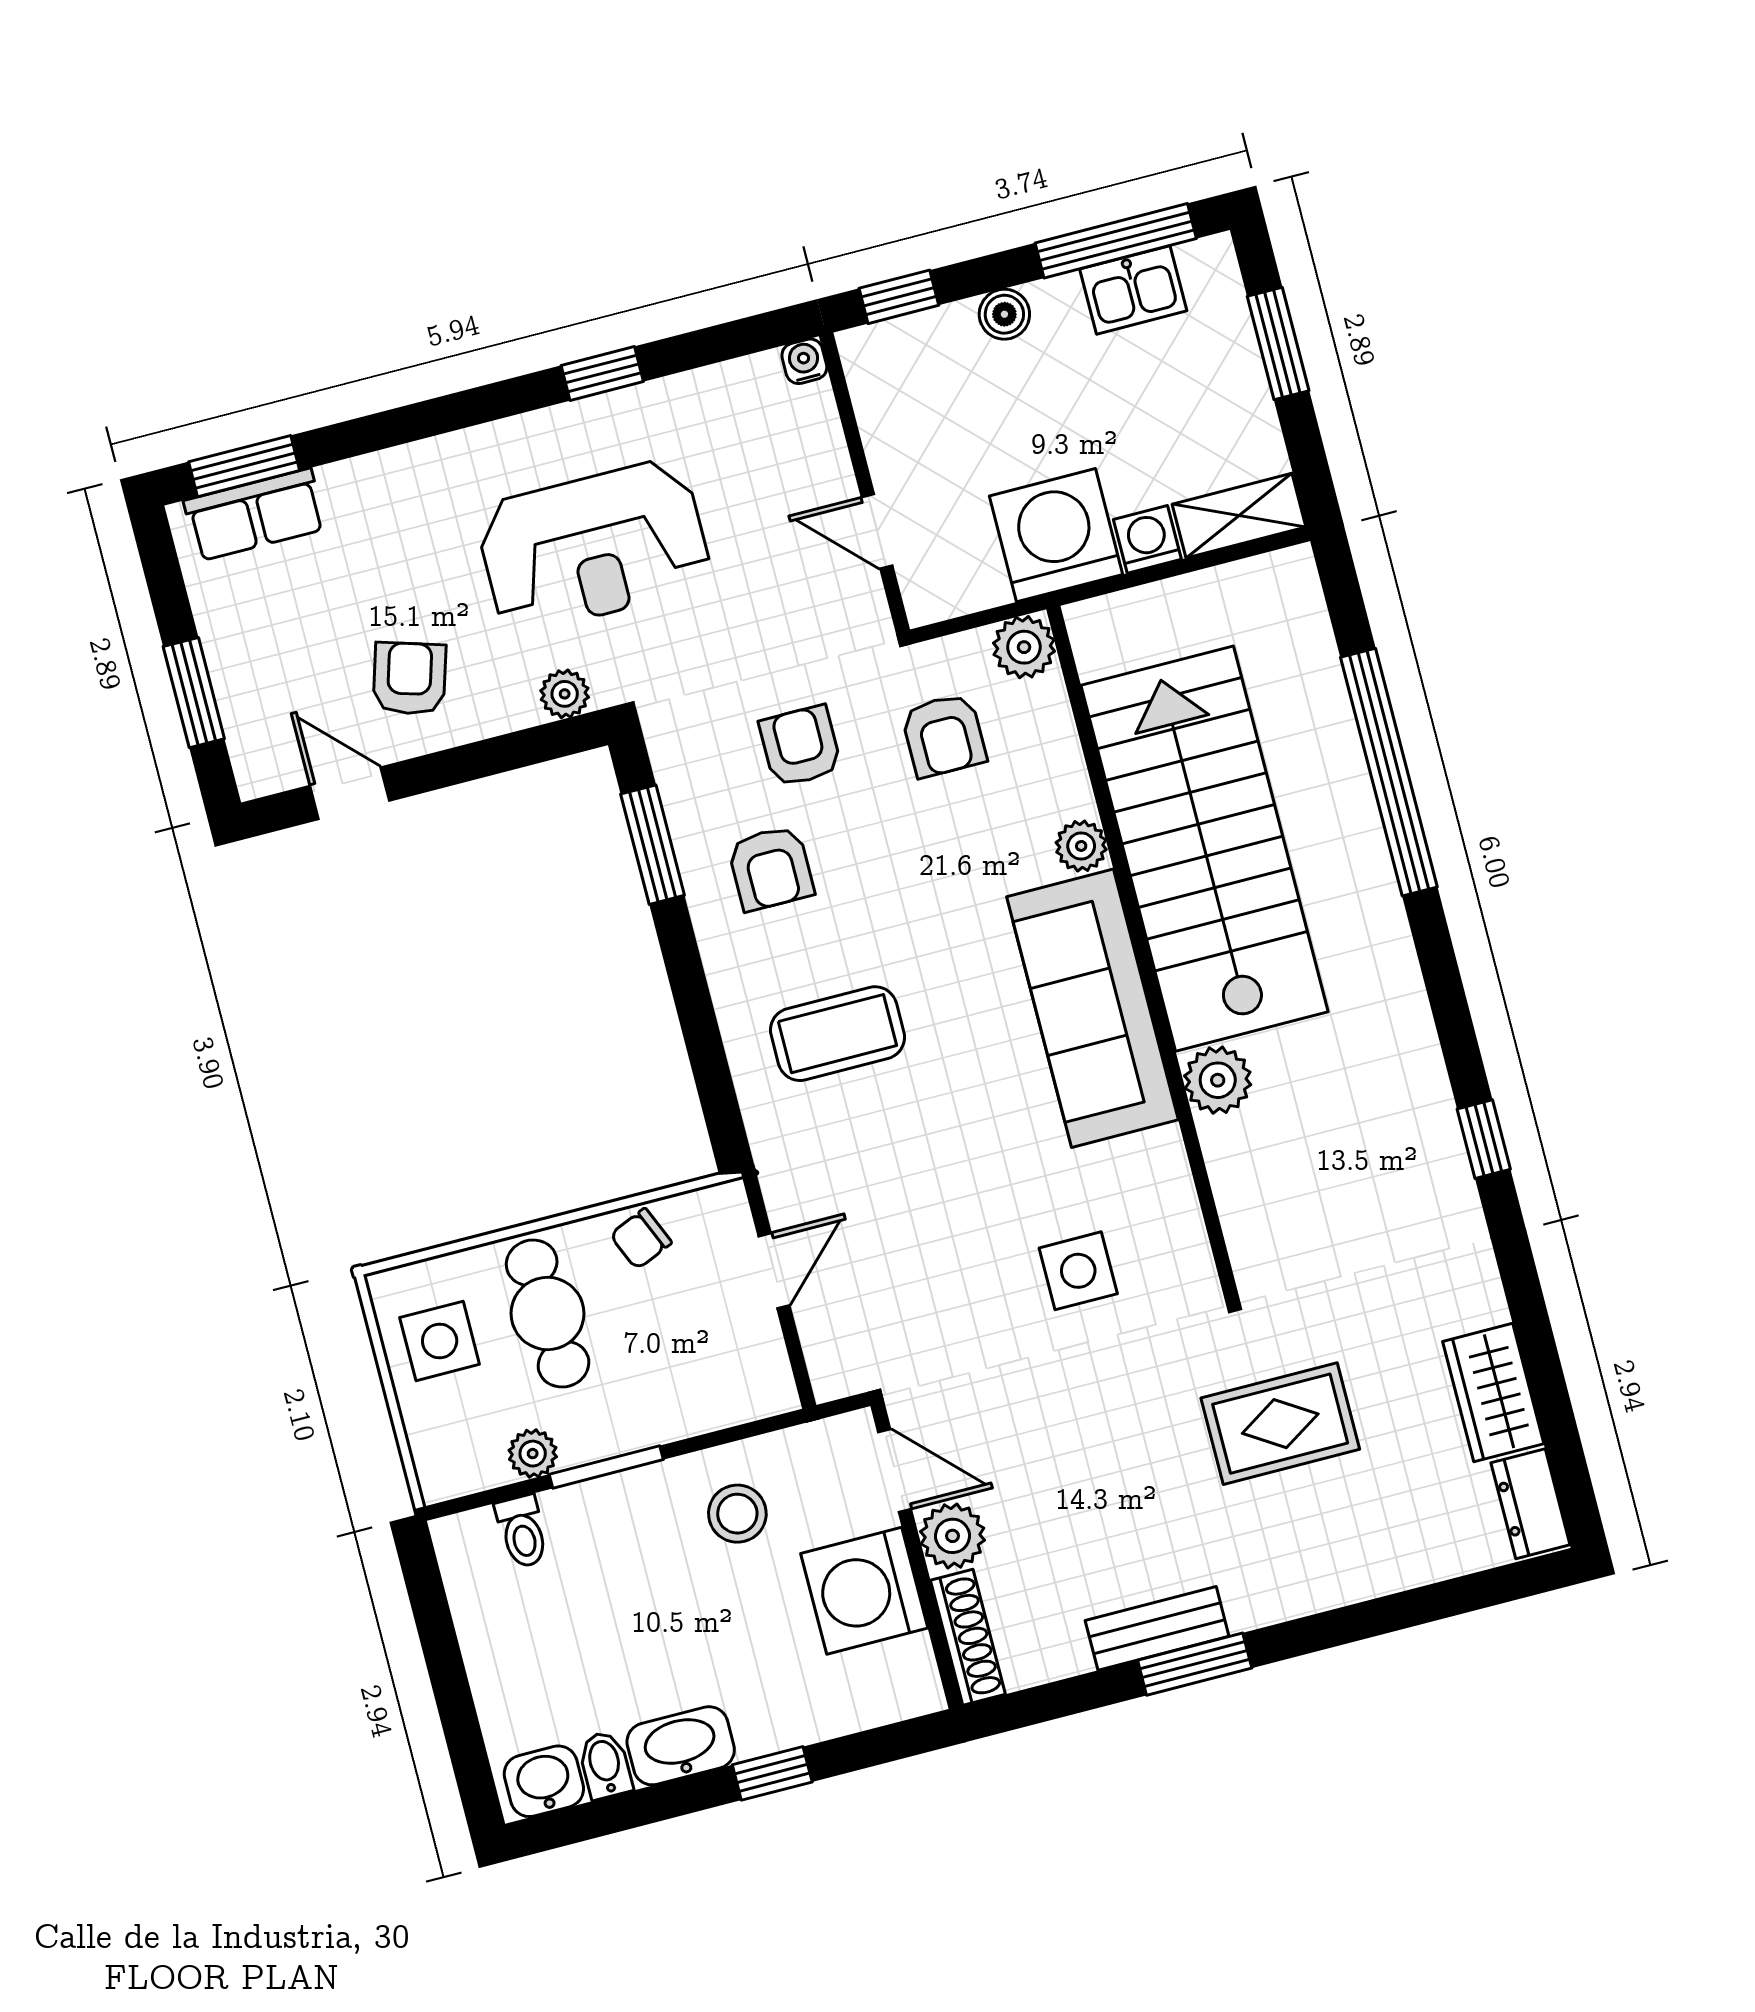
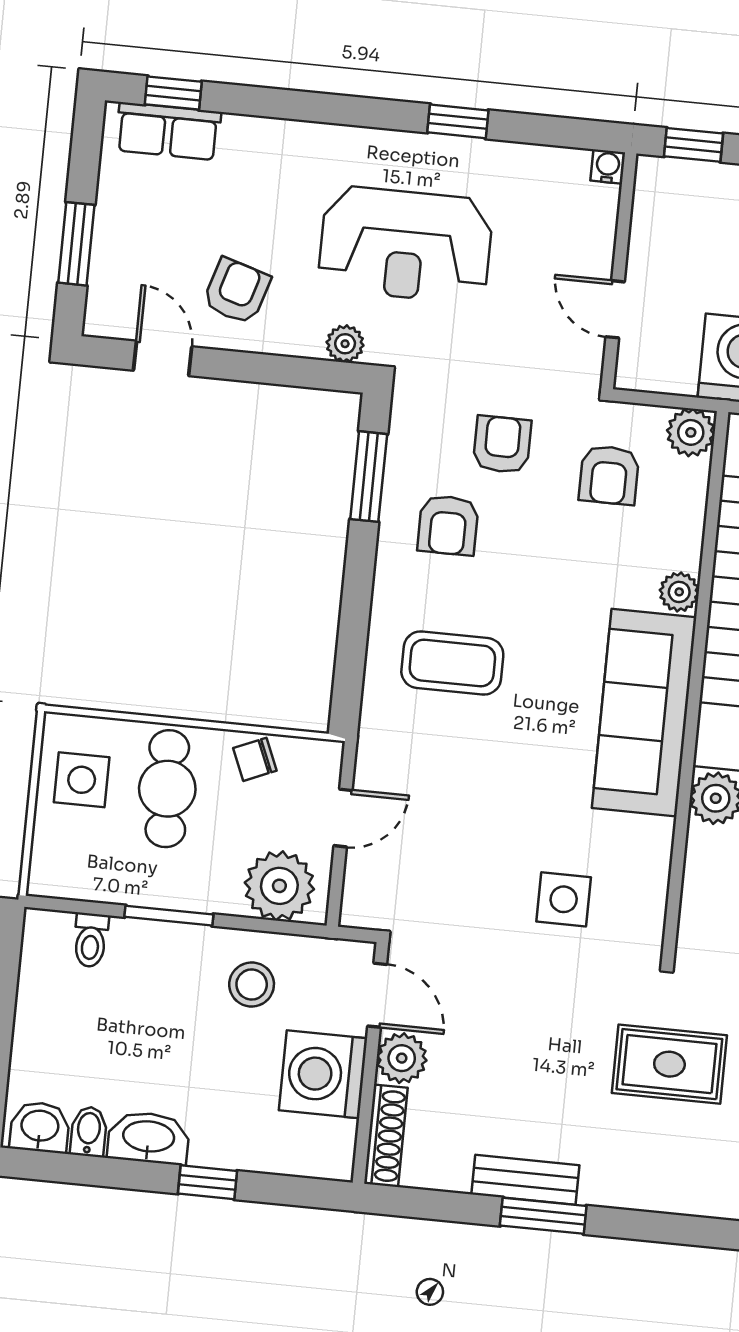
window: (244, 466) -> (173, 93), width x0.67
plant: (533, 1454) -> (279, 886), moved, width x1.87, depth x1.87

